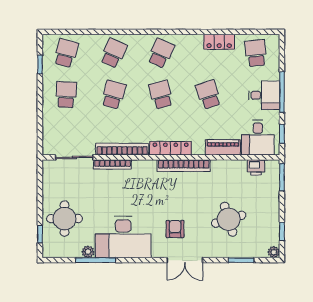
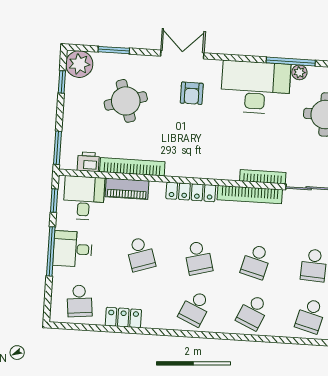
bookcase: (184, 166) -> (132, 167), moved
plant: (274, 252) -> (79, 64), width x1.88, depth x1.88

